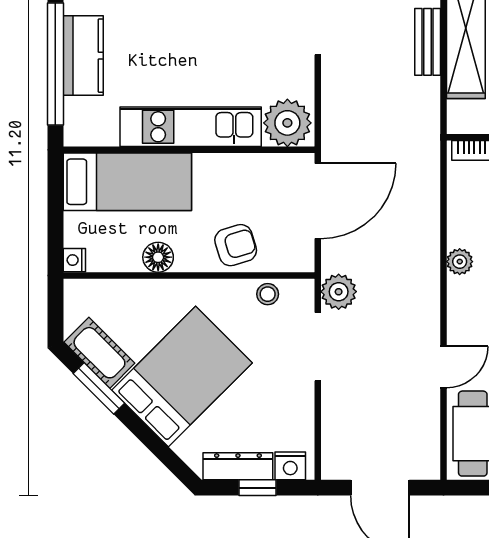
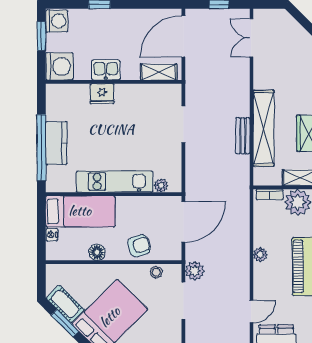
plant: (287, 123) -> (161, 186), width x0.53, depth x0.53
nightstand: (74, 260) -> (52, 235), moved

